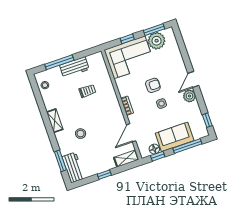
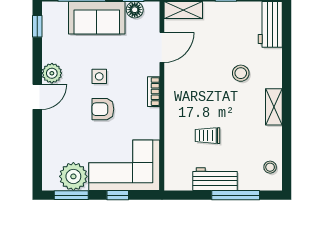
window: (60, 161) -> (287, 42), removed

